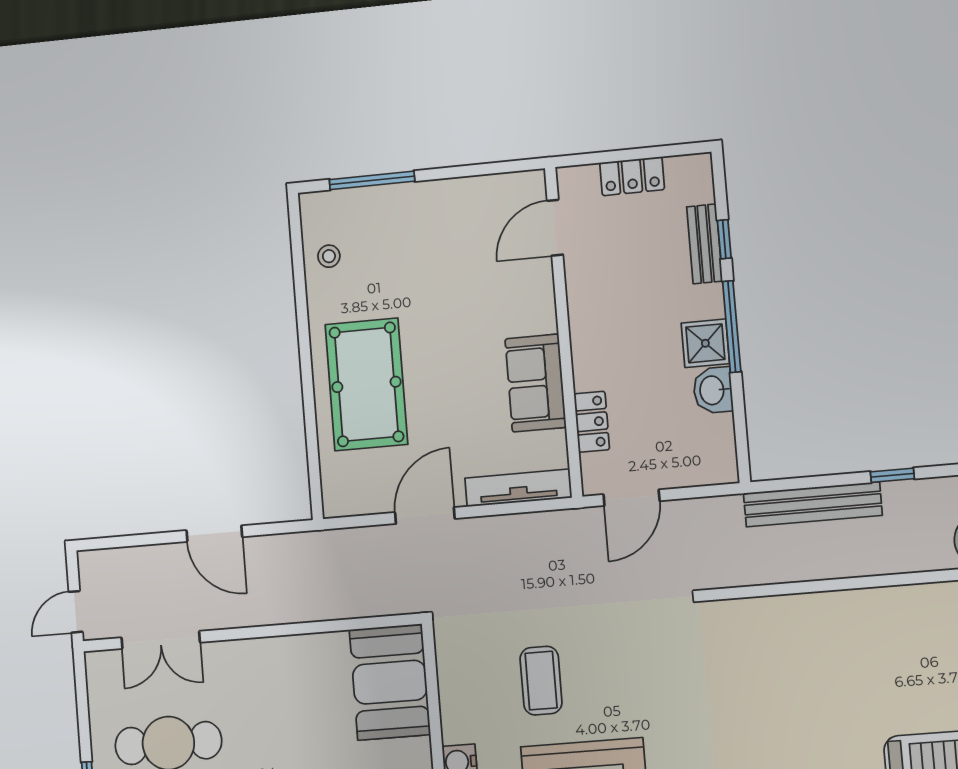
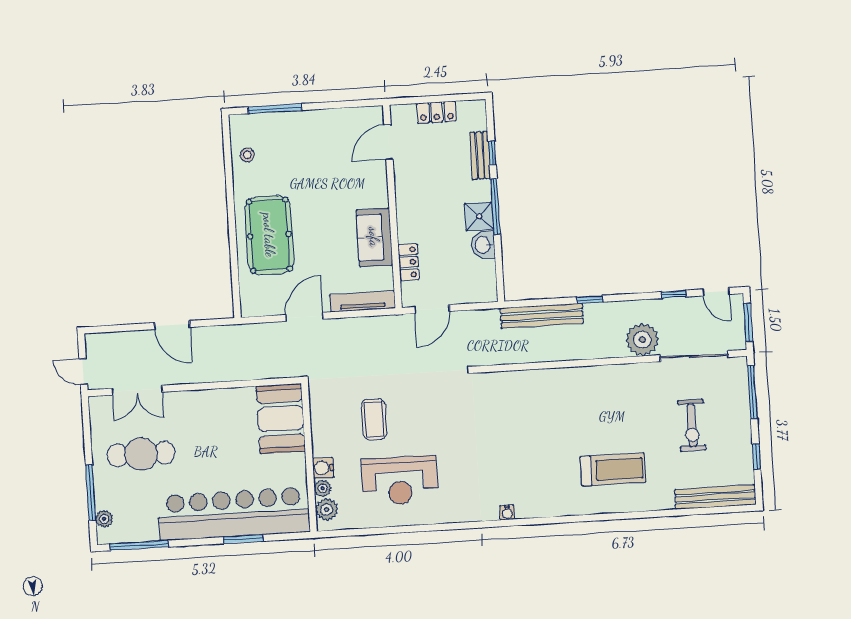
door: (76, 612) -> (83, 372), hinge flipped

